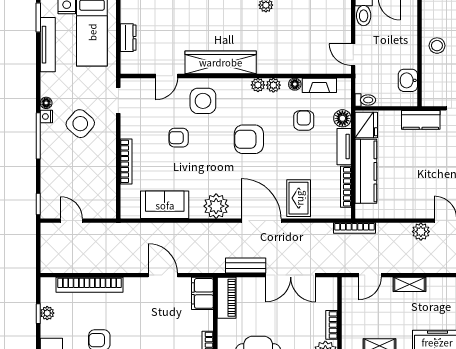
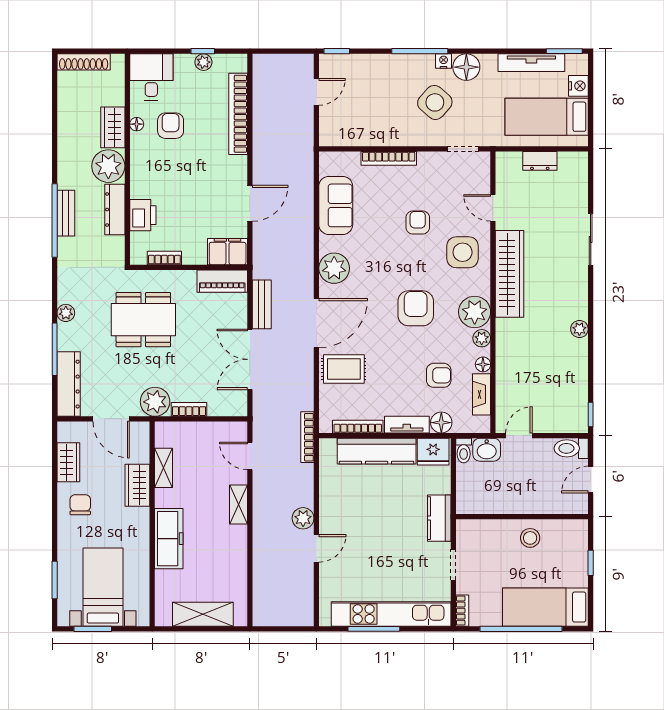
washbasin: (408, 80) -> (487, 450), moved, turned 180
plant: (258, 85) -> (475, 312), width x1.87, depth x1.87
floor lamp: (46, 103) -> (466, 67), width x1.89, depth x1.89

